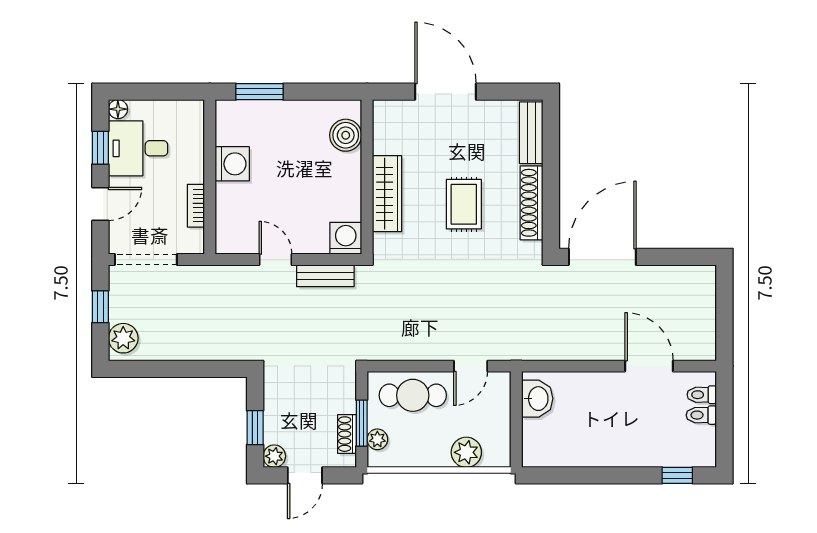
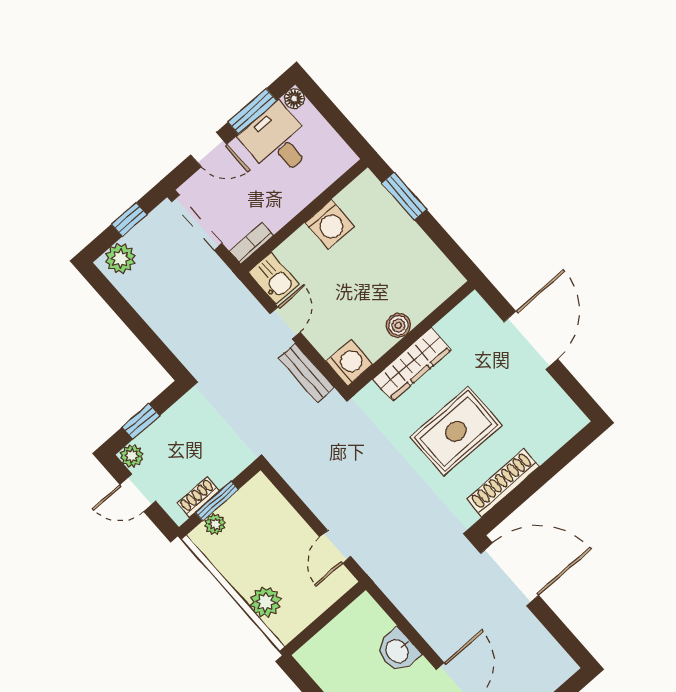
bench: (531, 133) -> (557, 435), removed
boiler: (346, 135) -> (399, 325), moved, width x0.73, depth x0.73
window: (100, 148) -> (252, 111), width x1.50
rug: (464, 204) -> (456, 431), width x1.36, depth x1.43
bookcase: (196, 206) -> (251, 243), moved
kitchen sink: (236, 239) -> (274, 278), added
door: (471, 366) -> (335, 547), hinge flipped
cafe table: (413, 395) -> (273, 522), removed
washbasin: (537, 399) -> (398, 651), moved, turned 90

